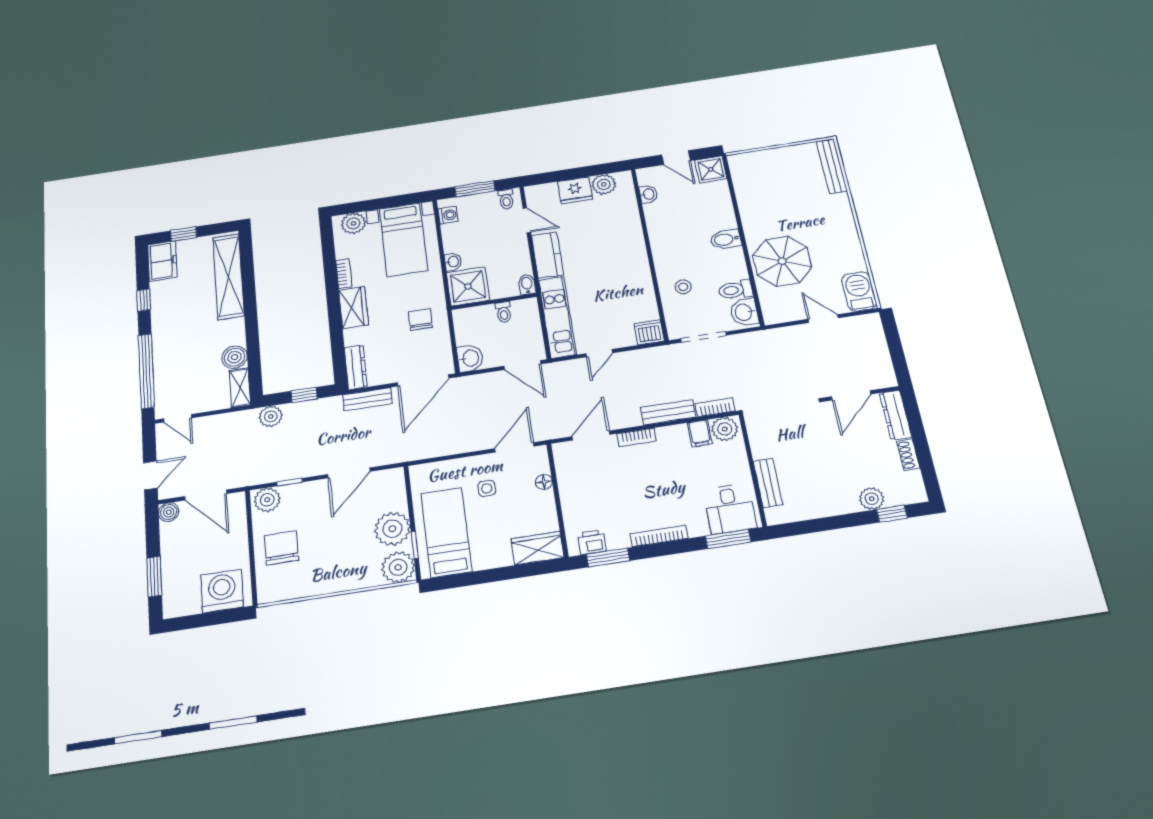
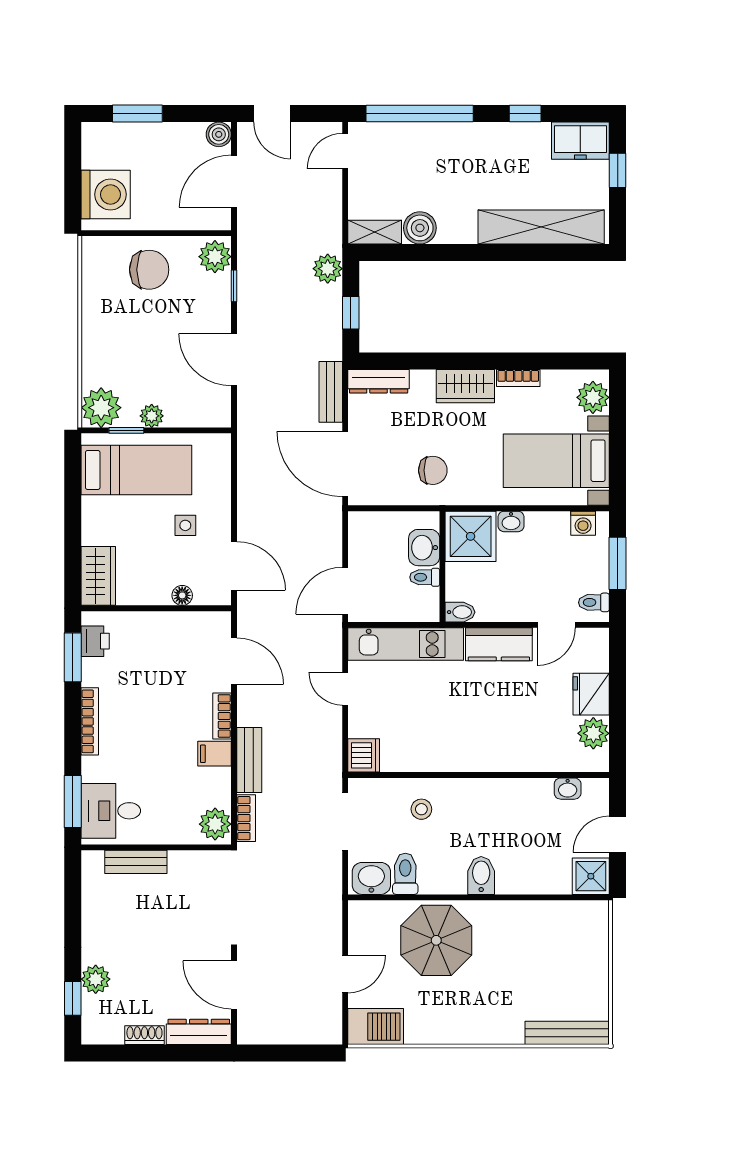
washbasin: (470, 358) -> (424, 548), moved, turned 90
filing cabinet: (700, 433) -> (215, 754), moved
plant: (392, 529) -> (152, 416), width x0.53, depth x0.53

